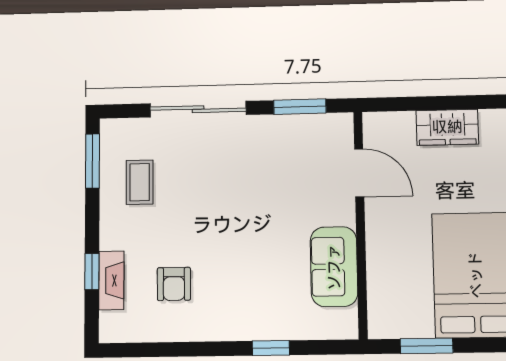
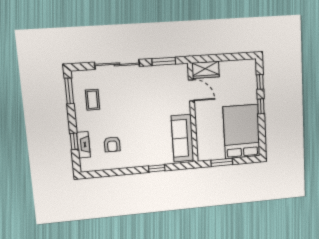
wardrobe: (447, 127) -> (205, 70), moved
sofa: (334, 267) -> (182, 138), width x1.36

